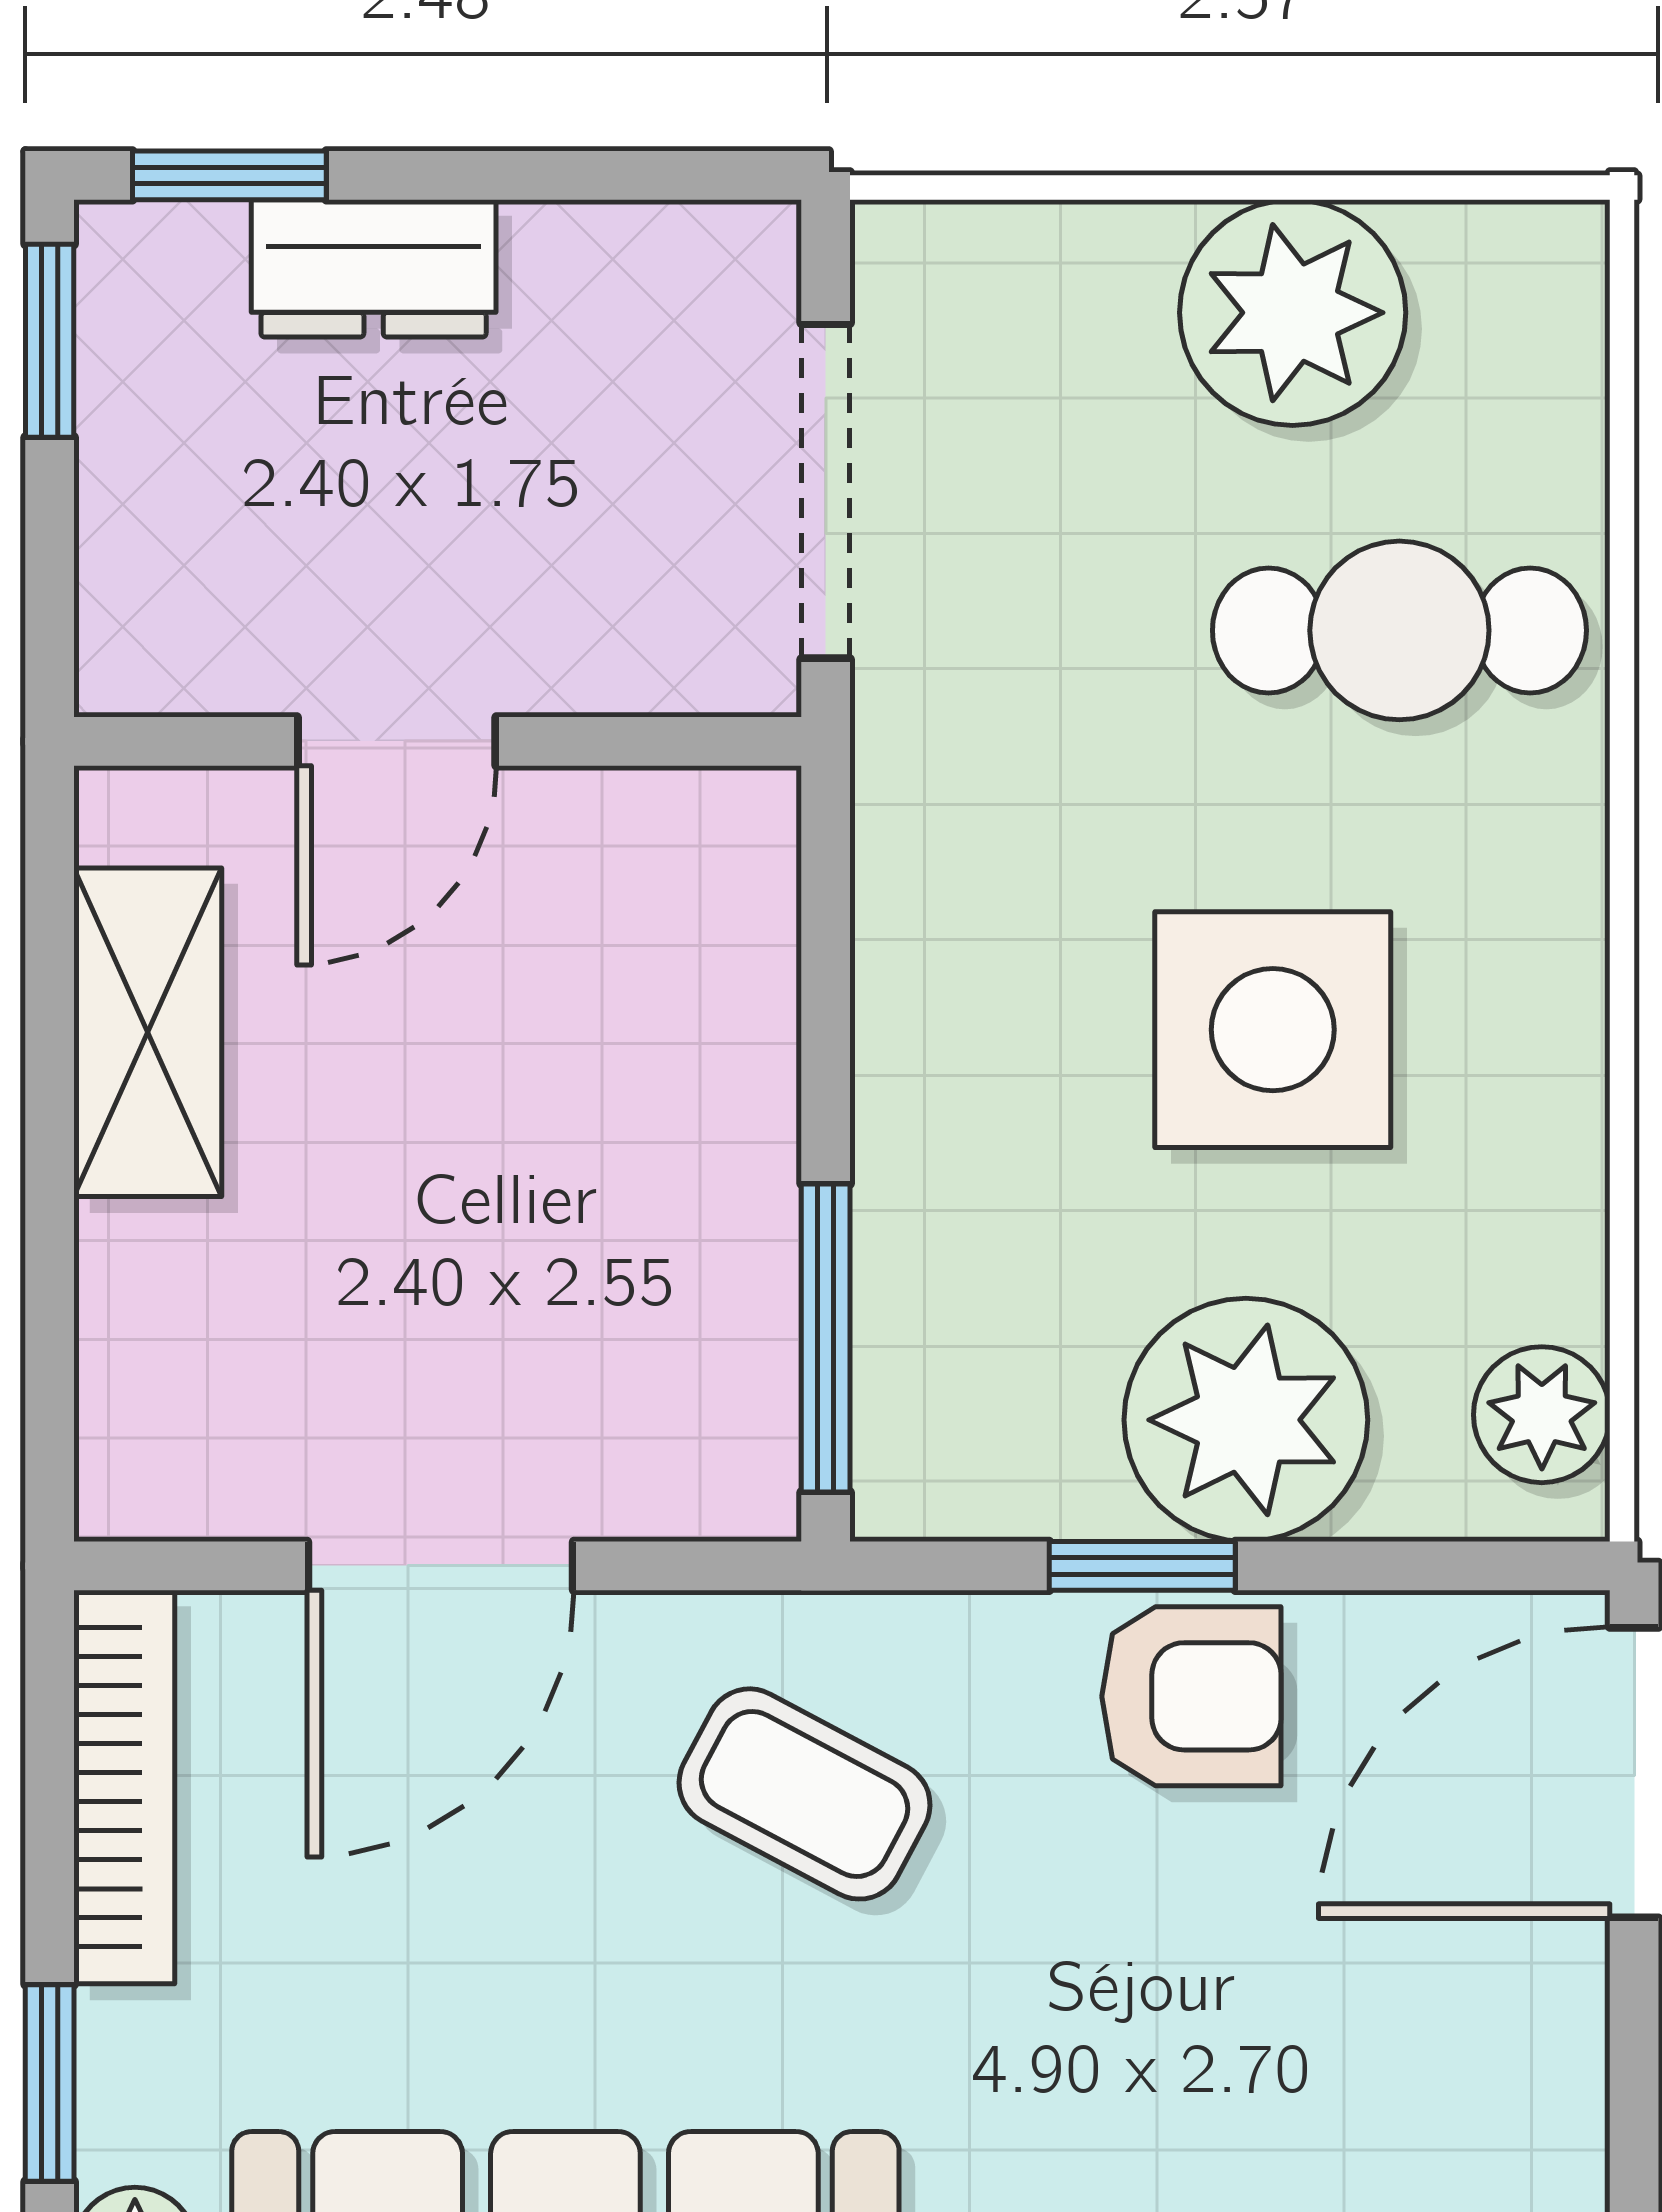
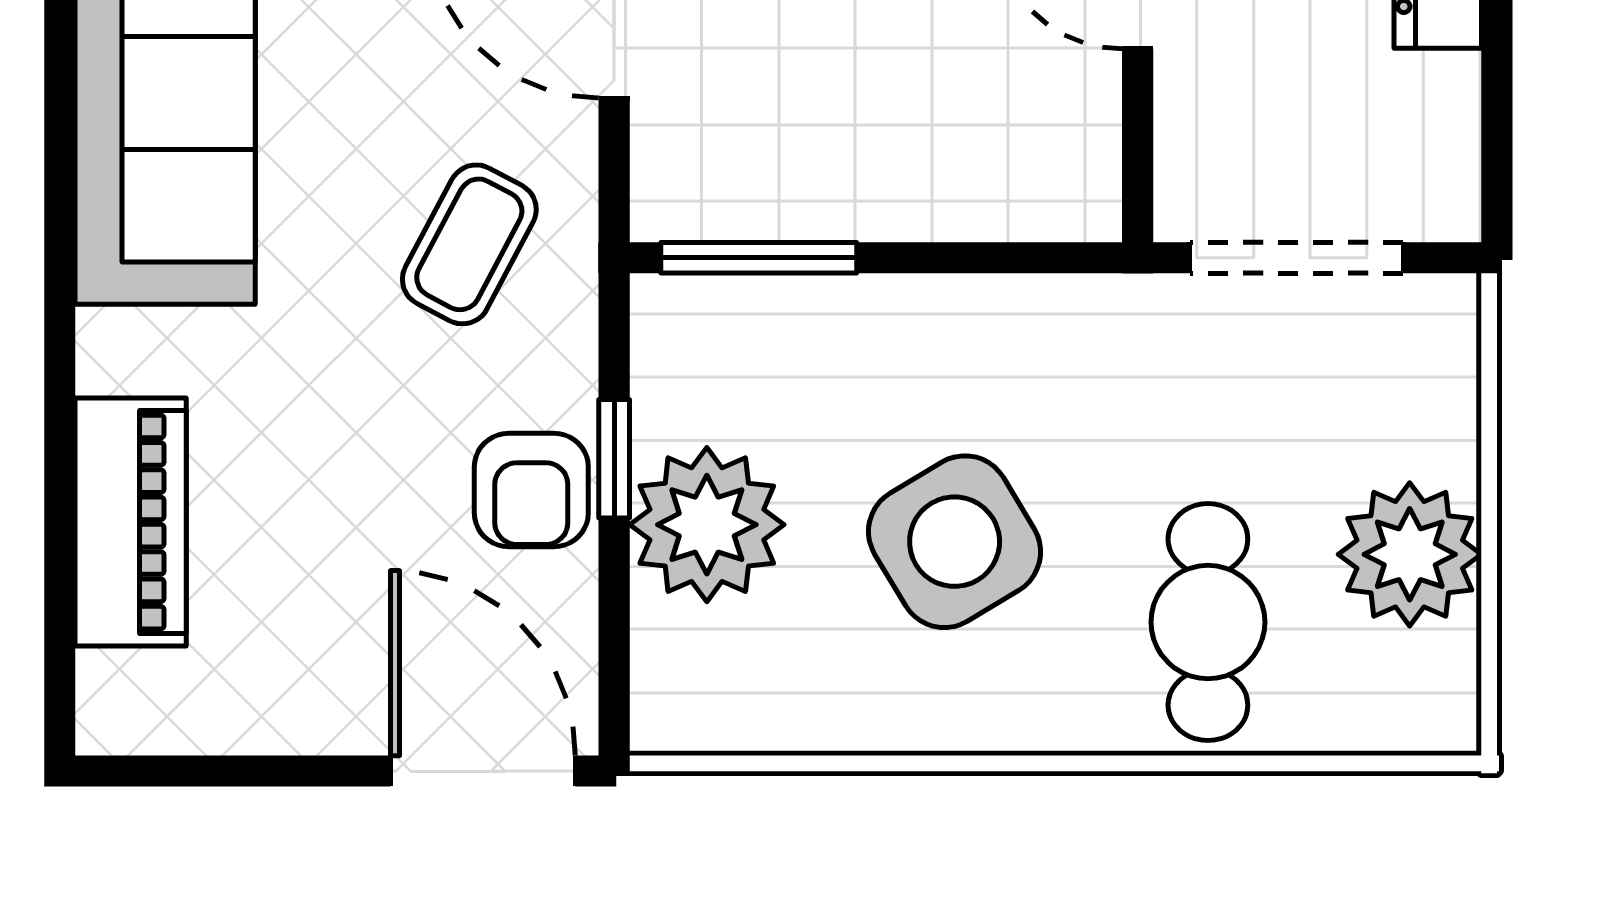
side table: (1273, 1030) -> (955, 542), turned -31
plant: (1542, 1415) -> (710, 712), removed

